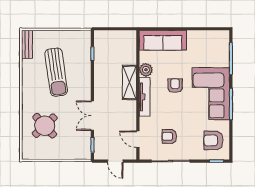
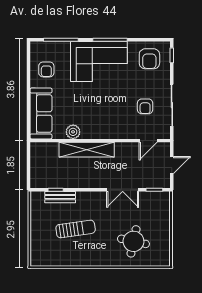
bench: (27, 44) -> (60, 197), moved
sun lounger: (56, 72) -> (76, 229), width x0.73, depth x0.75
shelving: (129, 82) -> (87, 150), width x1.47
armchair: (175, 86) -> (46, 69), moved, turned -90
tv unit: (145, 97) -> (102, 133), removed
round table: (45, 126) -> (133, 241), turned -35

